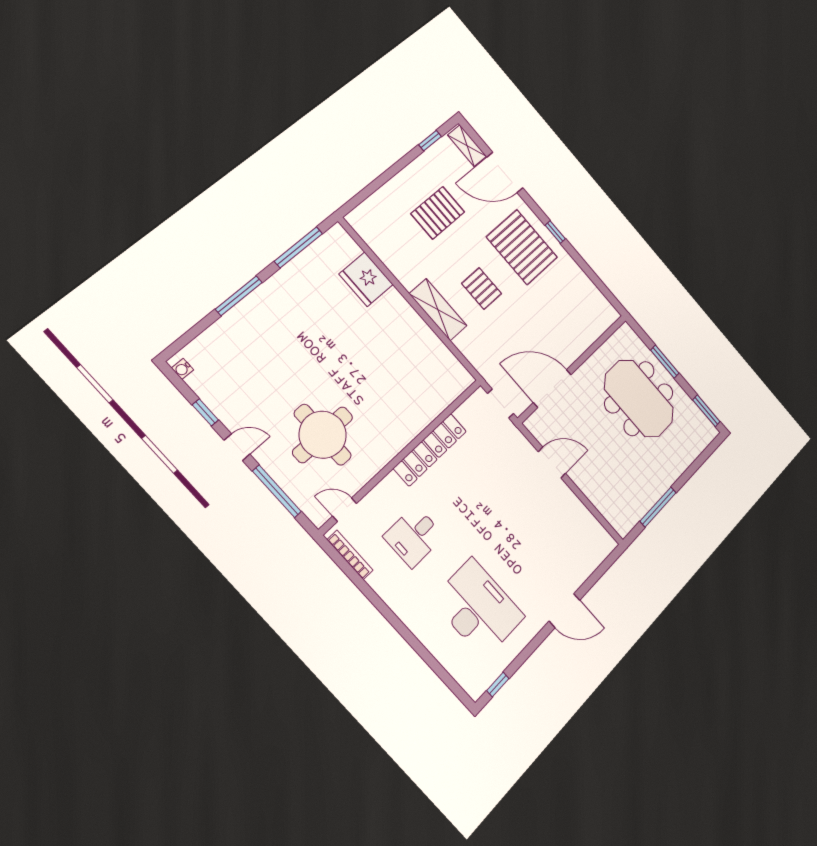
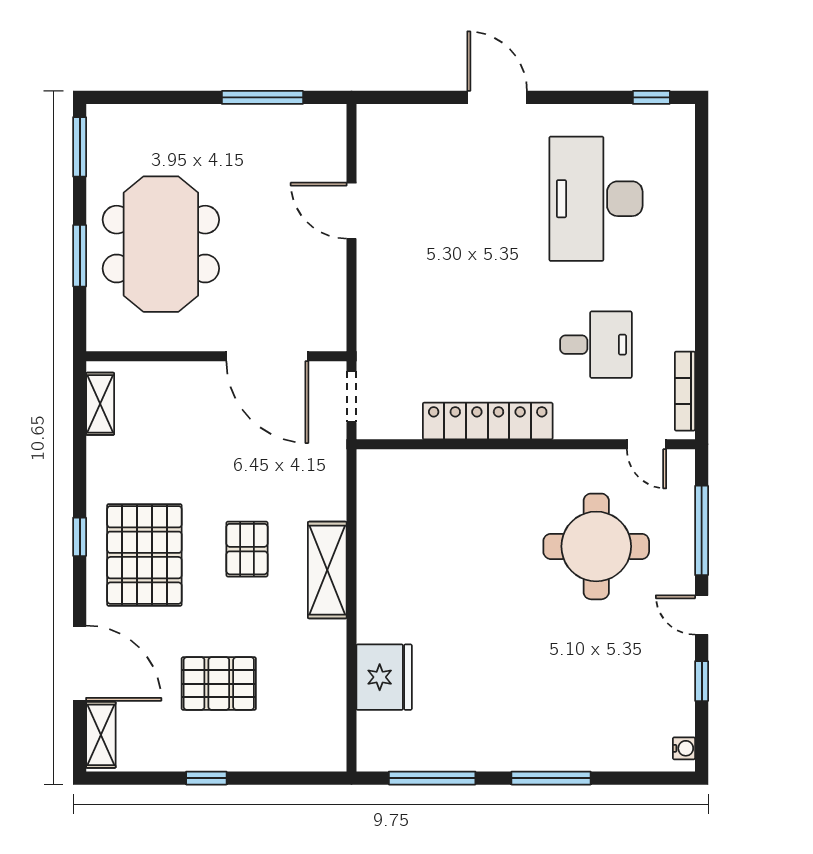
window: (430, 141) -> (206, 778), moved
shelving: (600, 301) -> (100, 404), added
door: (552, 463) -> (351, 211), moved

